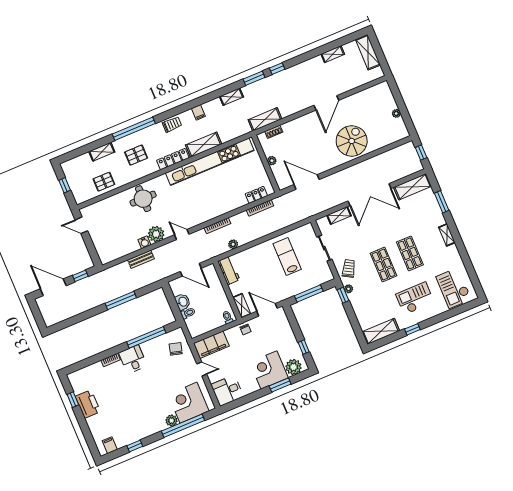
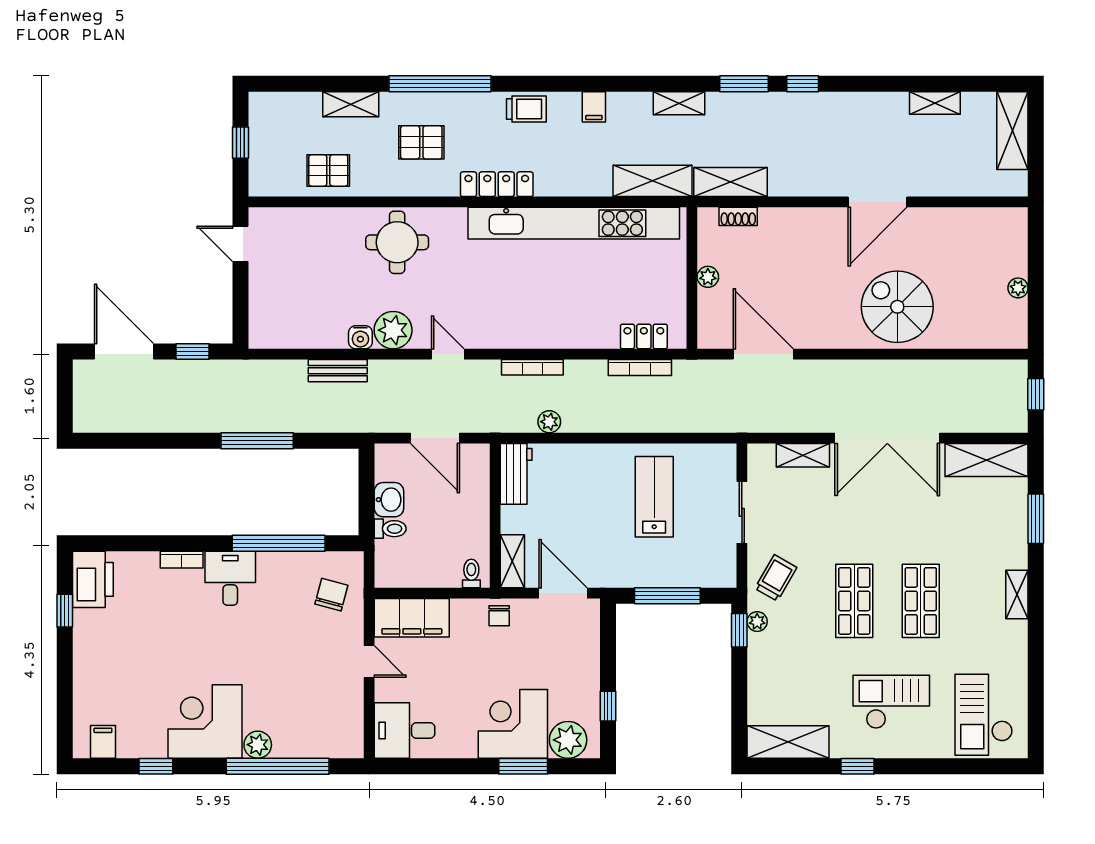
spiral stairs: (352, 141) -> (897, 307), turned -90
shelving: (204, 145) -> (652, 181), moved
corner desk: (188, 403) -> (205, 721), moved
printer: (88, 404) -> (93, 579), moved

